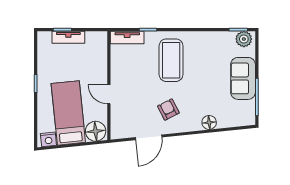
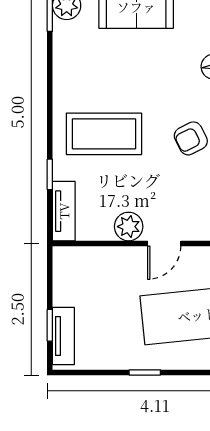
tv unit: (68, 37) -> (63, 336), moved
plant: (118, 74) -> (129, 227), added

